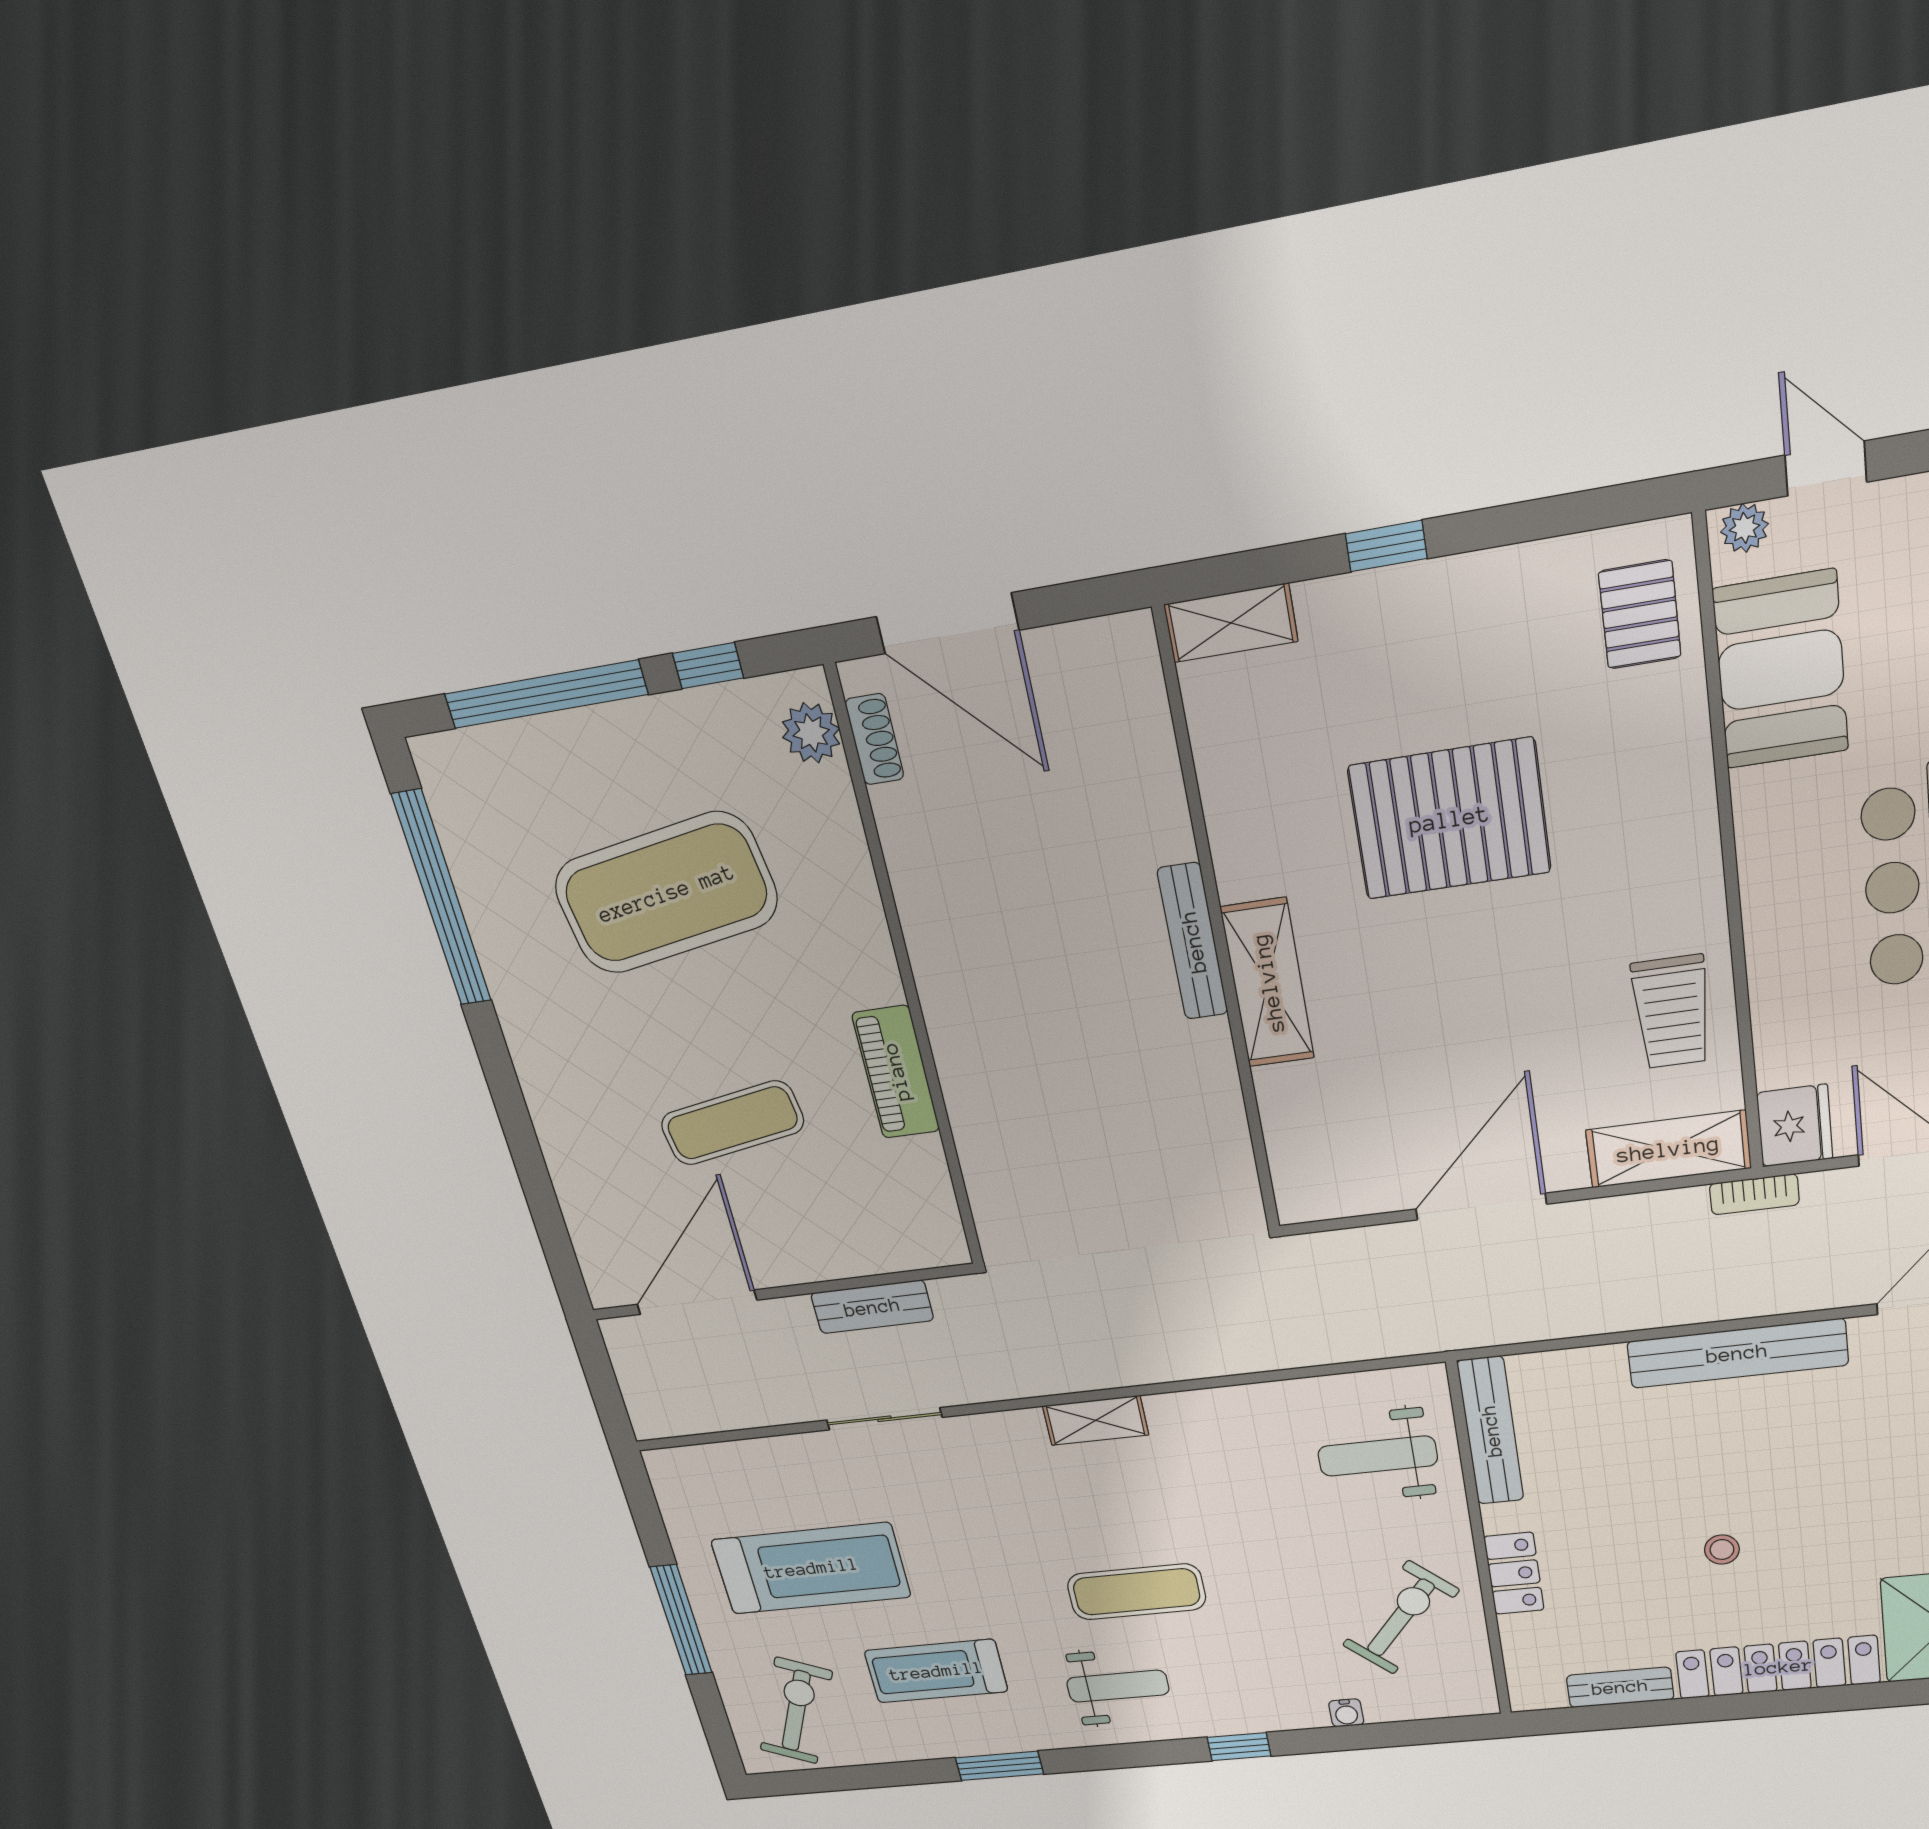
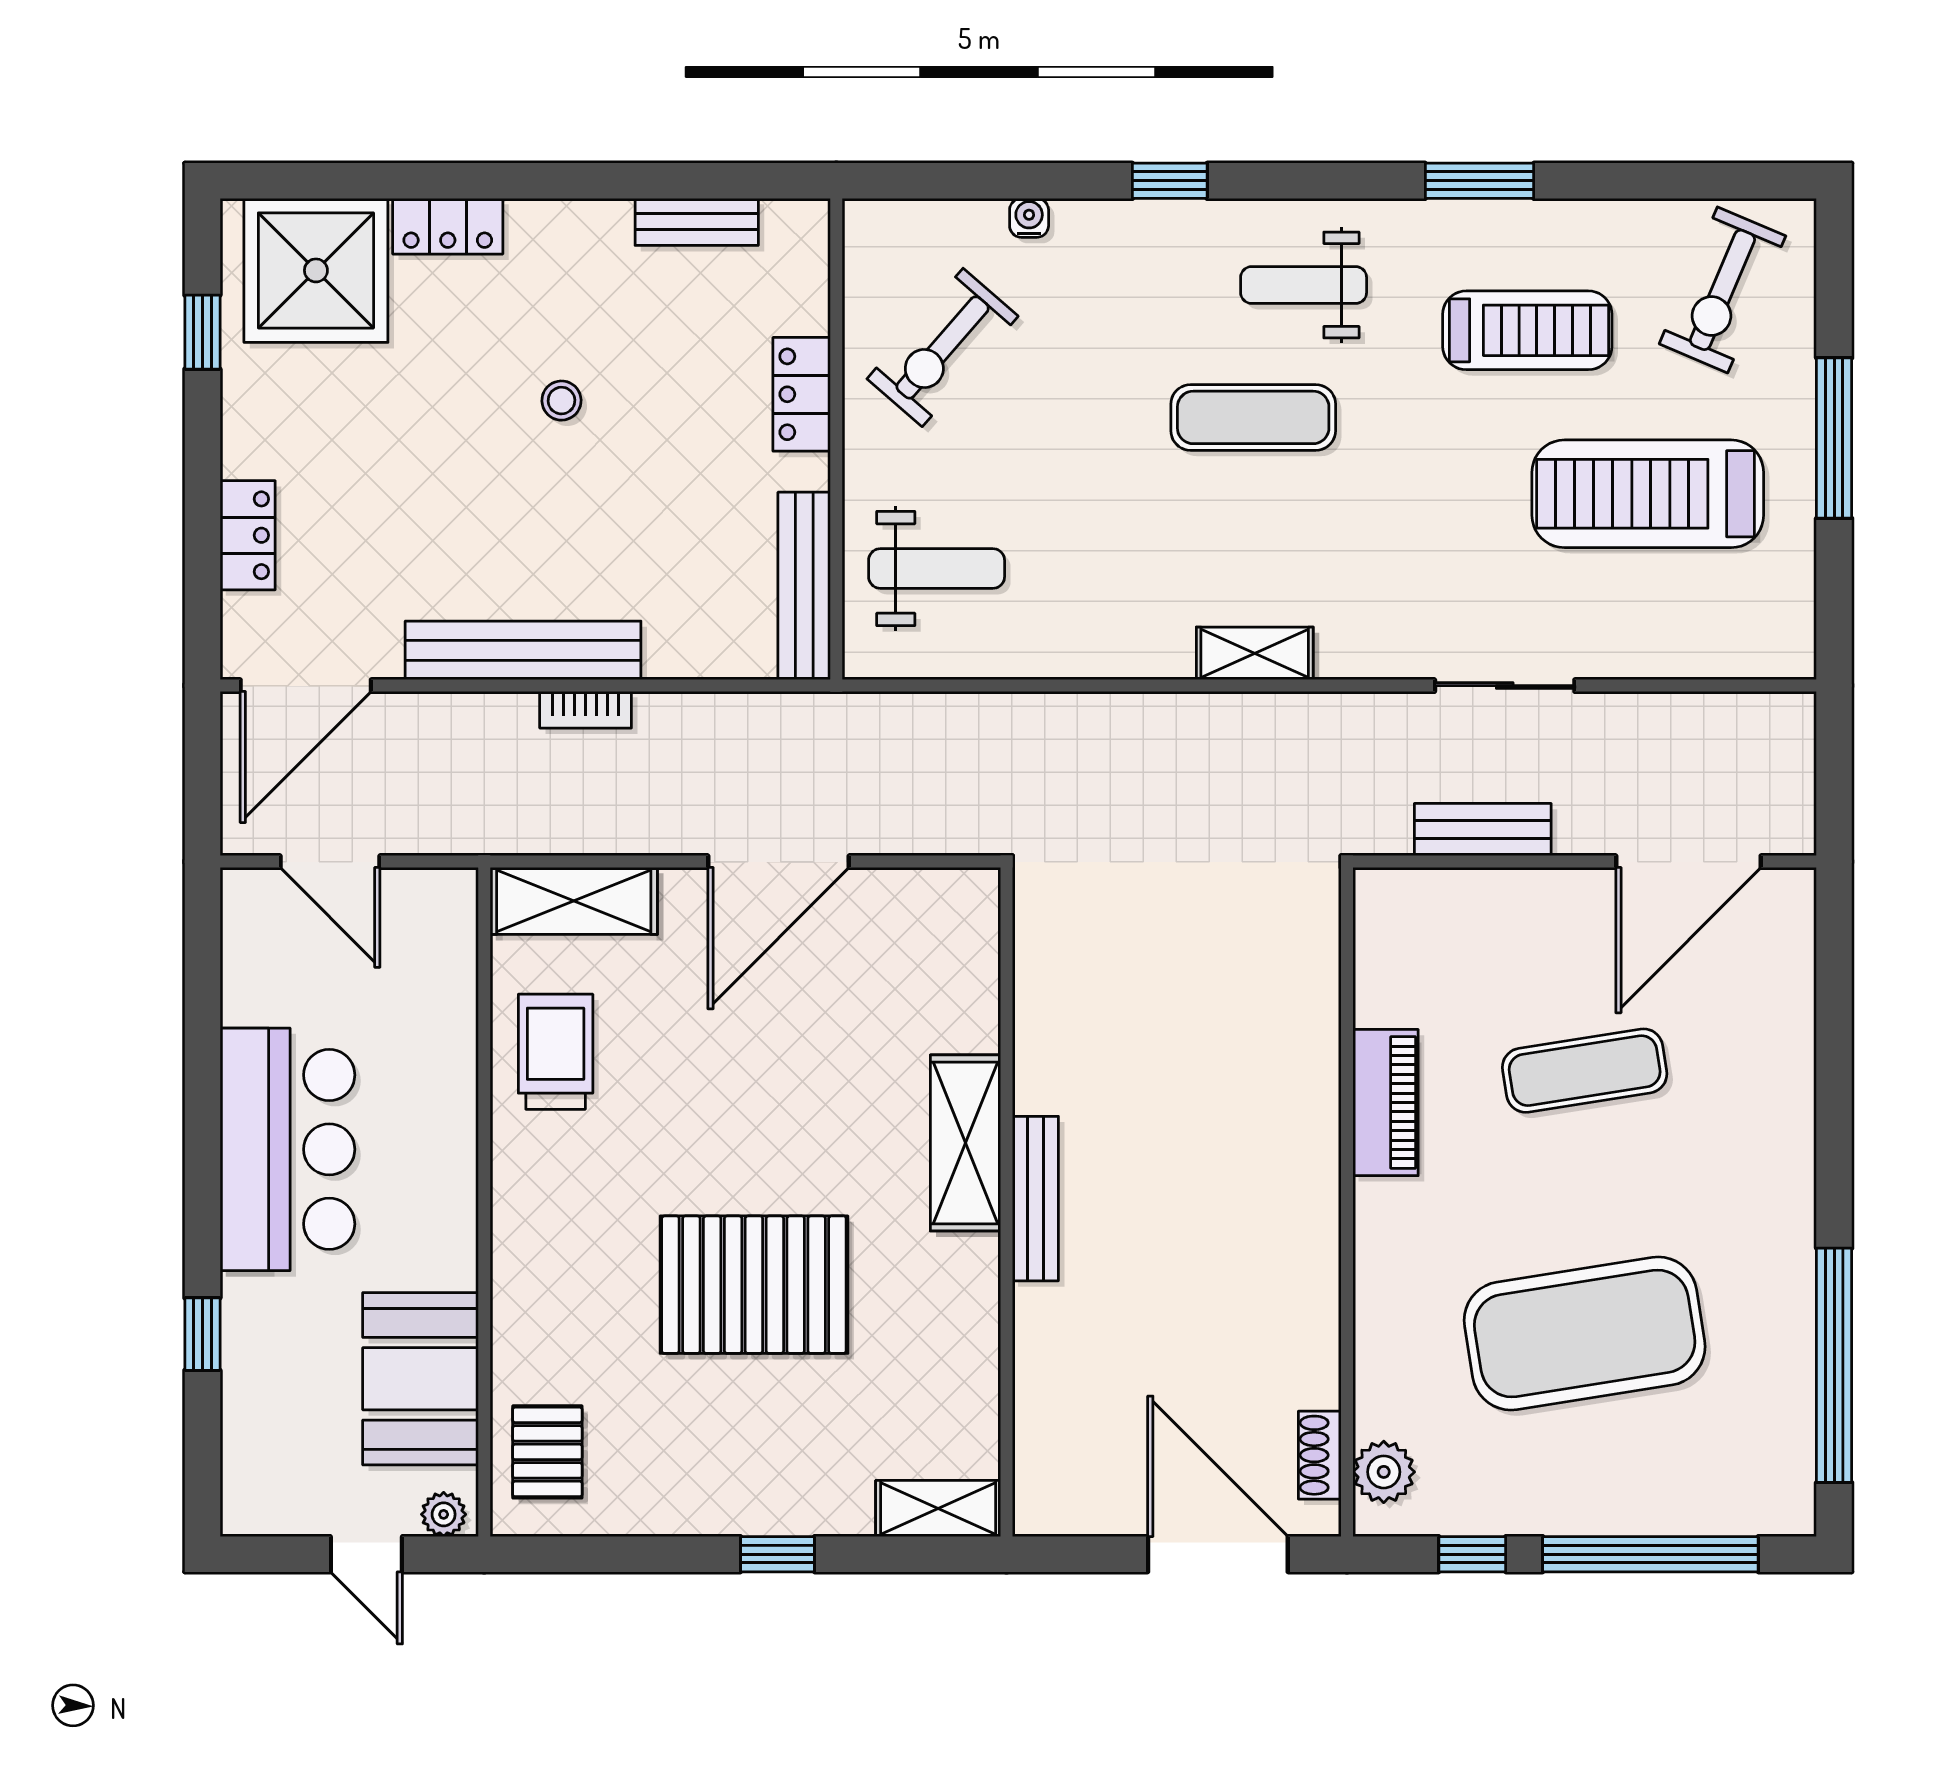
fridge: (1795, 1126) -> (442, 910), removed
bookcase: (1754, 1194) -> (586, 710), moved, turned 180
locker: (1778, 1667) -> (448, 226), width x0.46, depth x0.83

